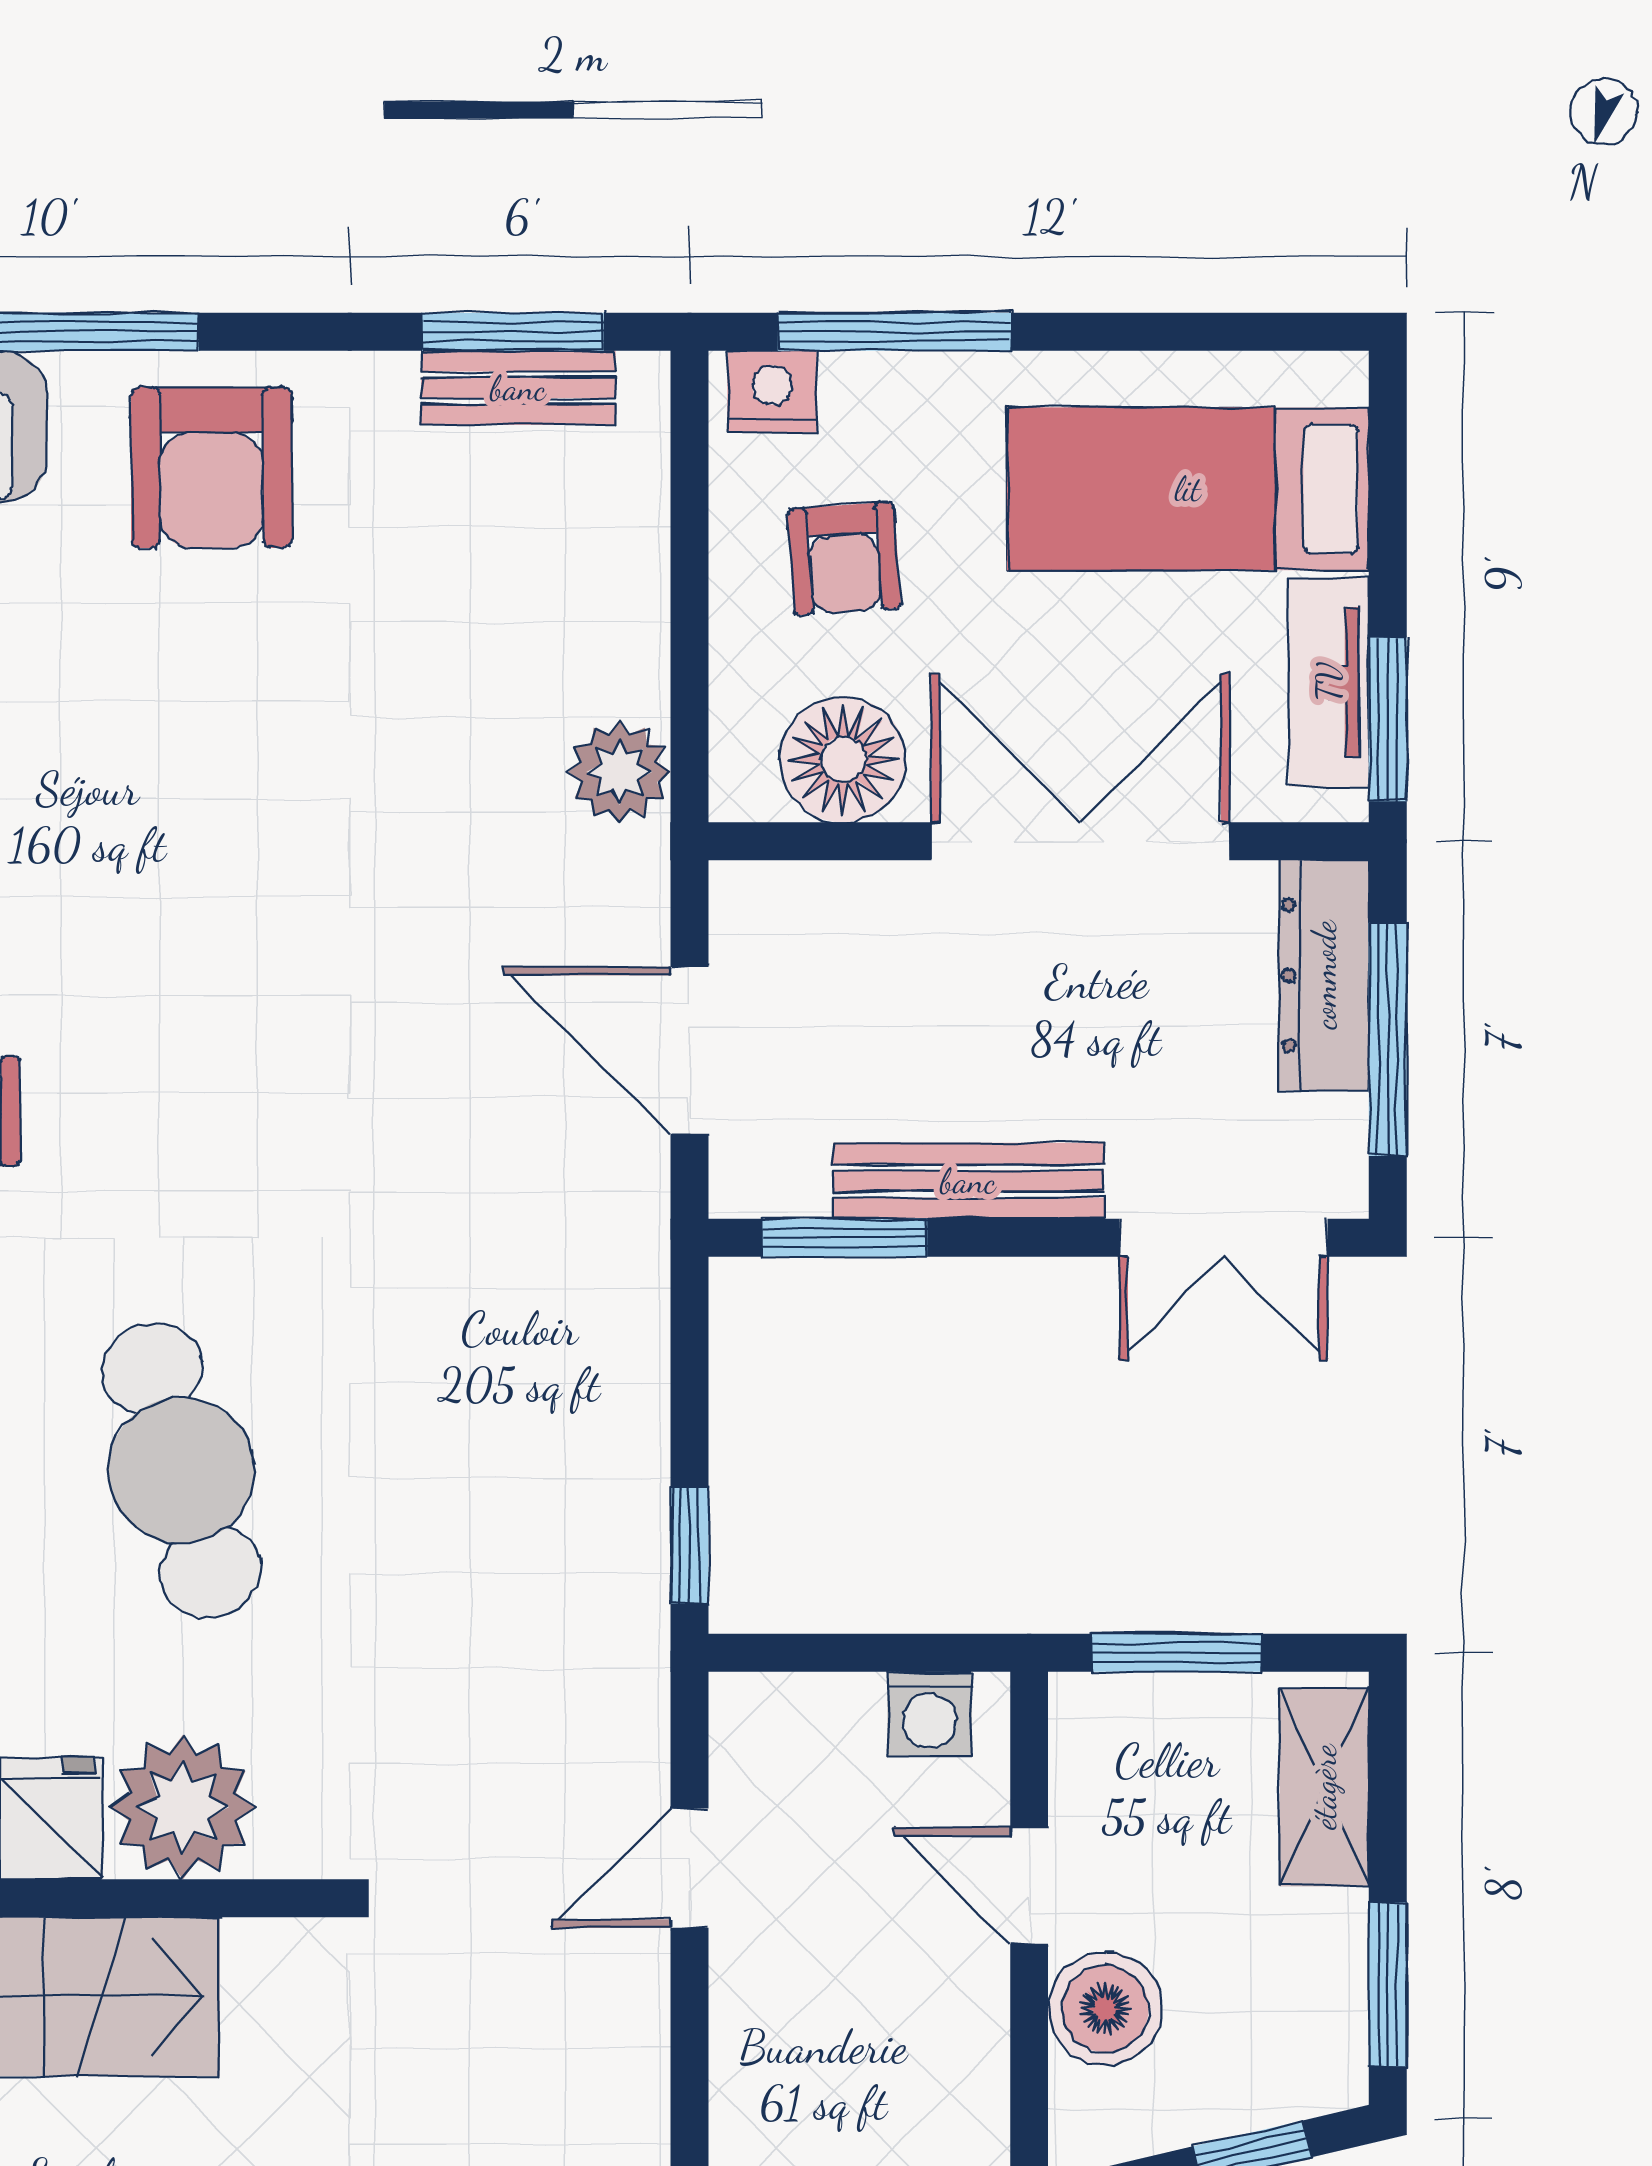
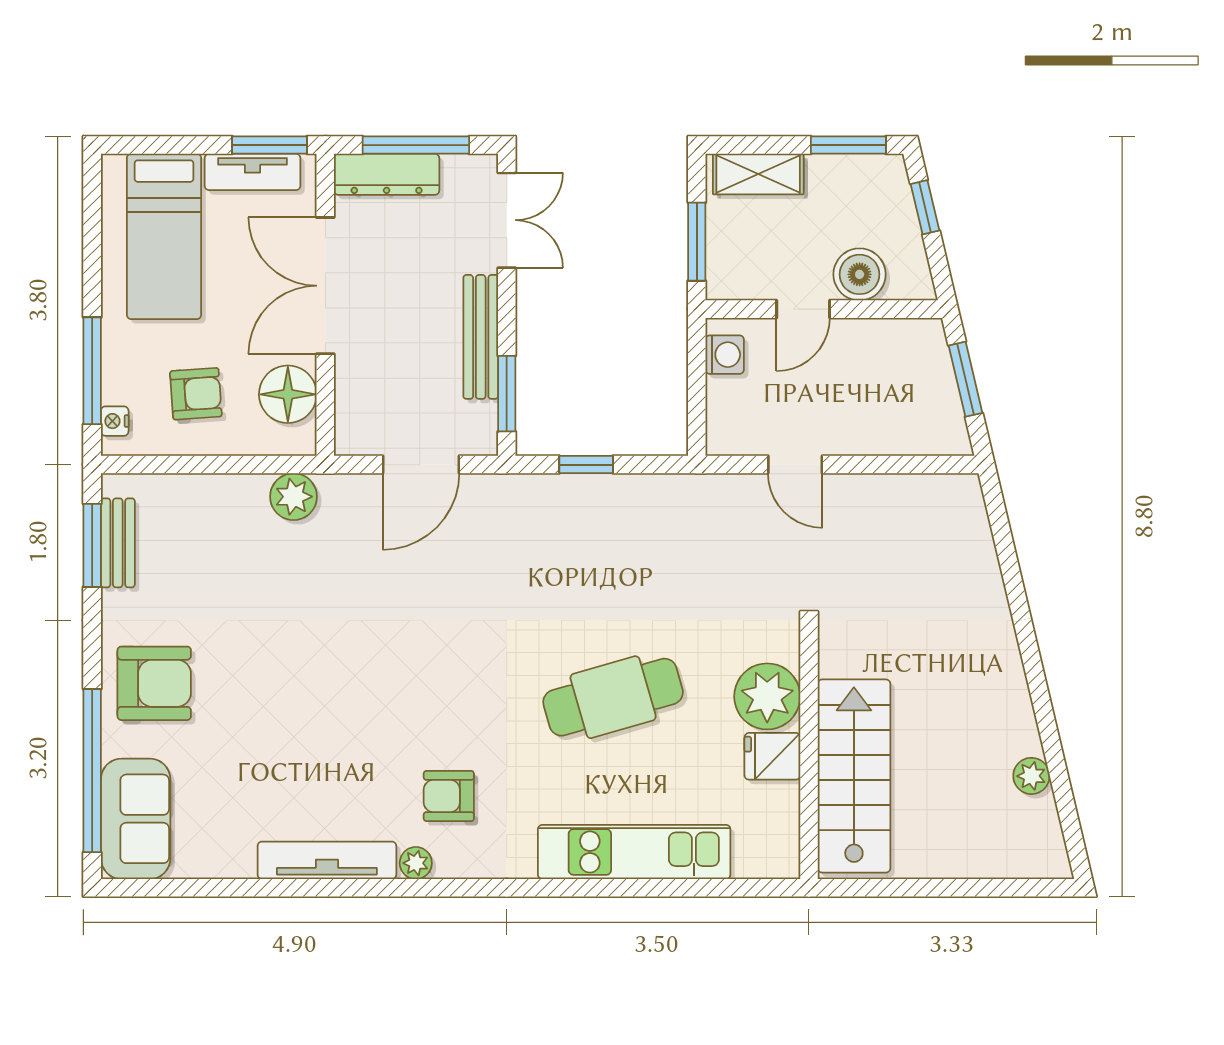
nightstand: (772, 392) -> (115, 421), width x0.72, depth x0.74
window: (689, 1545) -> (586, 465), moved

